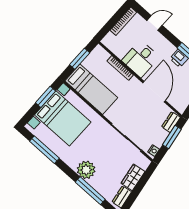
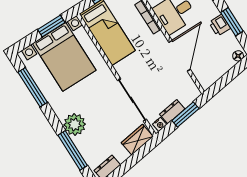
dresser: (171, 122) -> (172, 112), moved
wardrobe: (133, 177) -> (137, 140), moved

